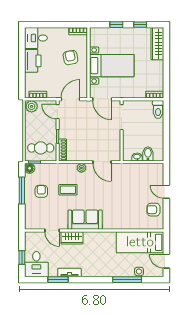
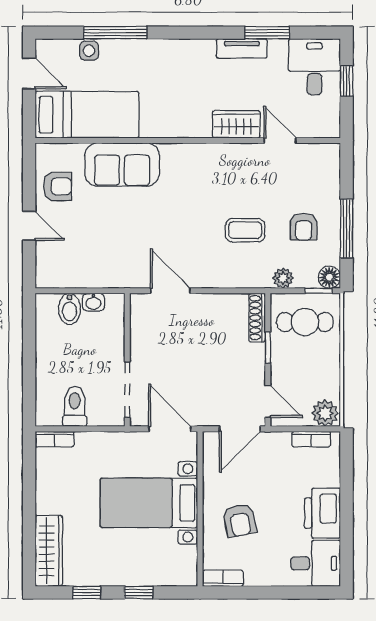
toilet: (158, 110) -> (75, 406), moved
plant: (81, 168) -> (283, 278), moved
sofa: (85, 220) -> (122, 165), moved

